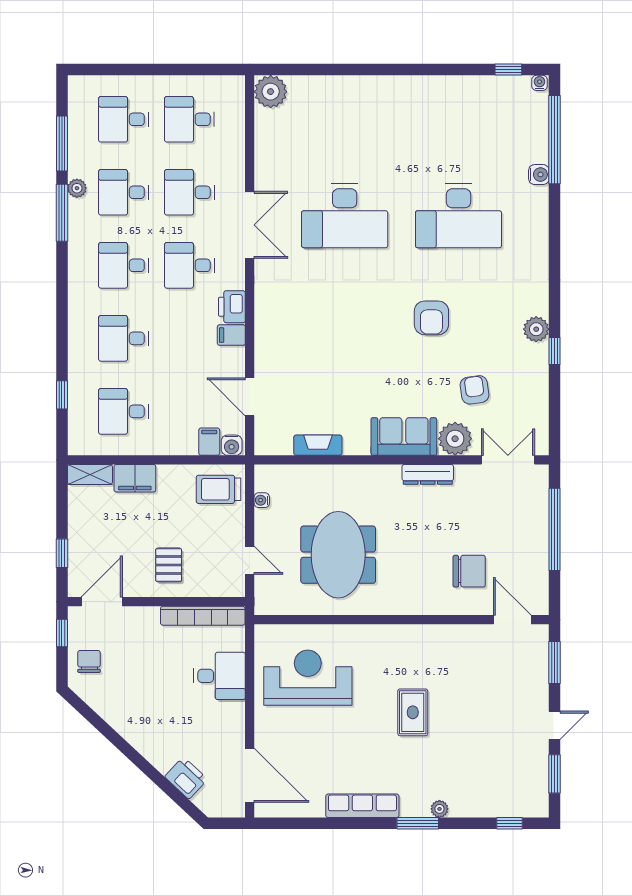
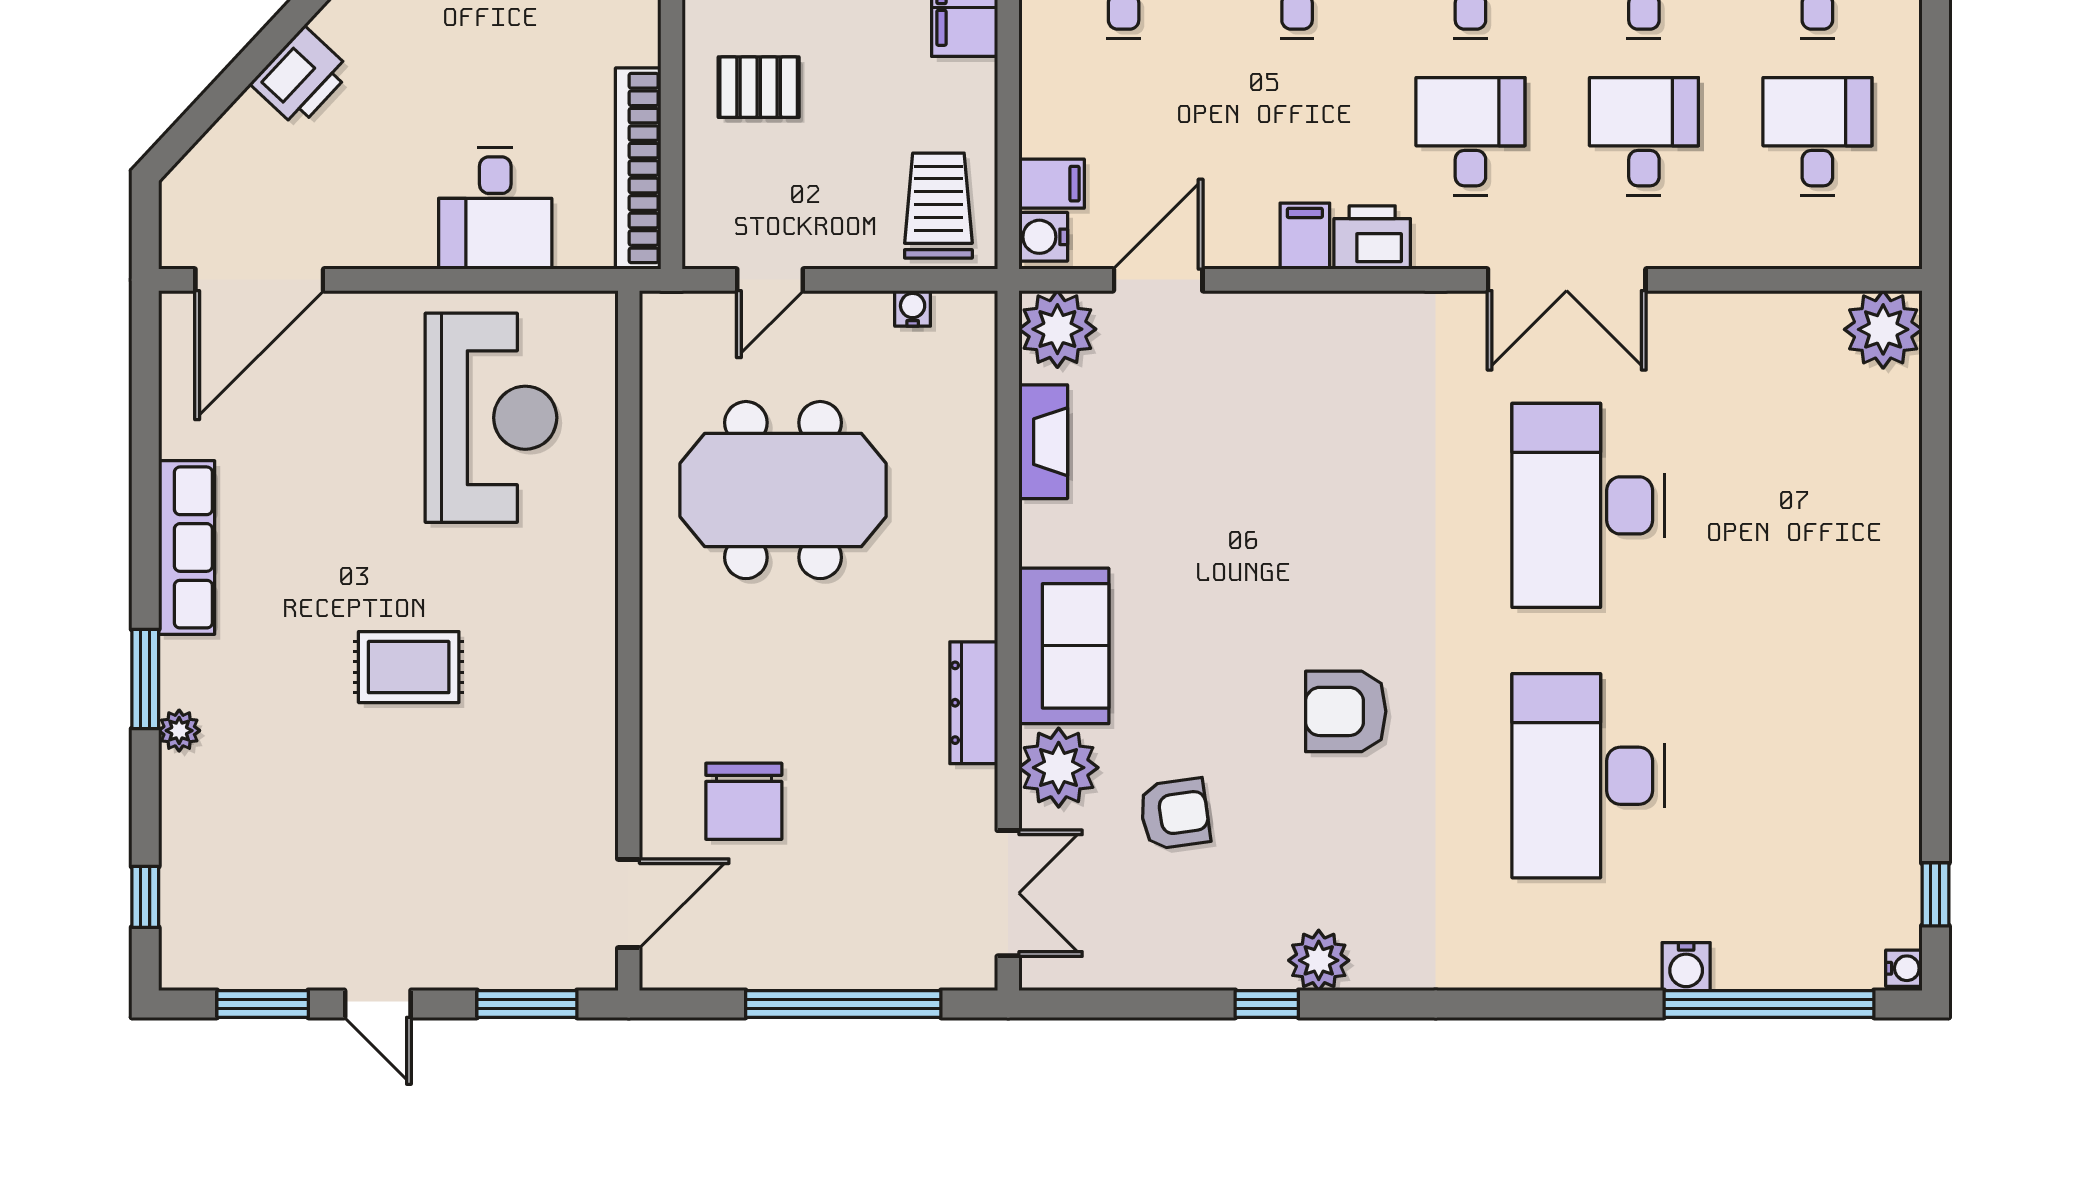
plant: (270, 439) -> (1057, 329), added
printer: (186, 778) -> (301, 77), moved

